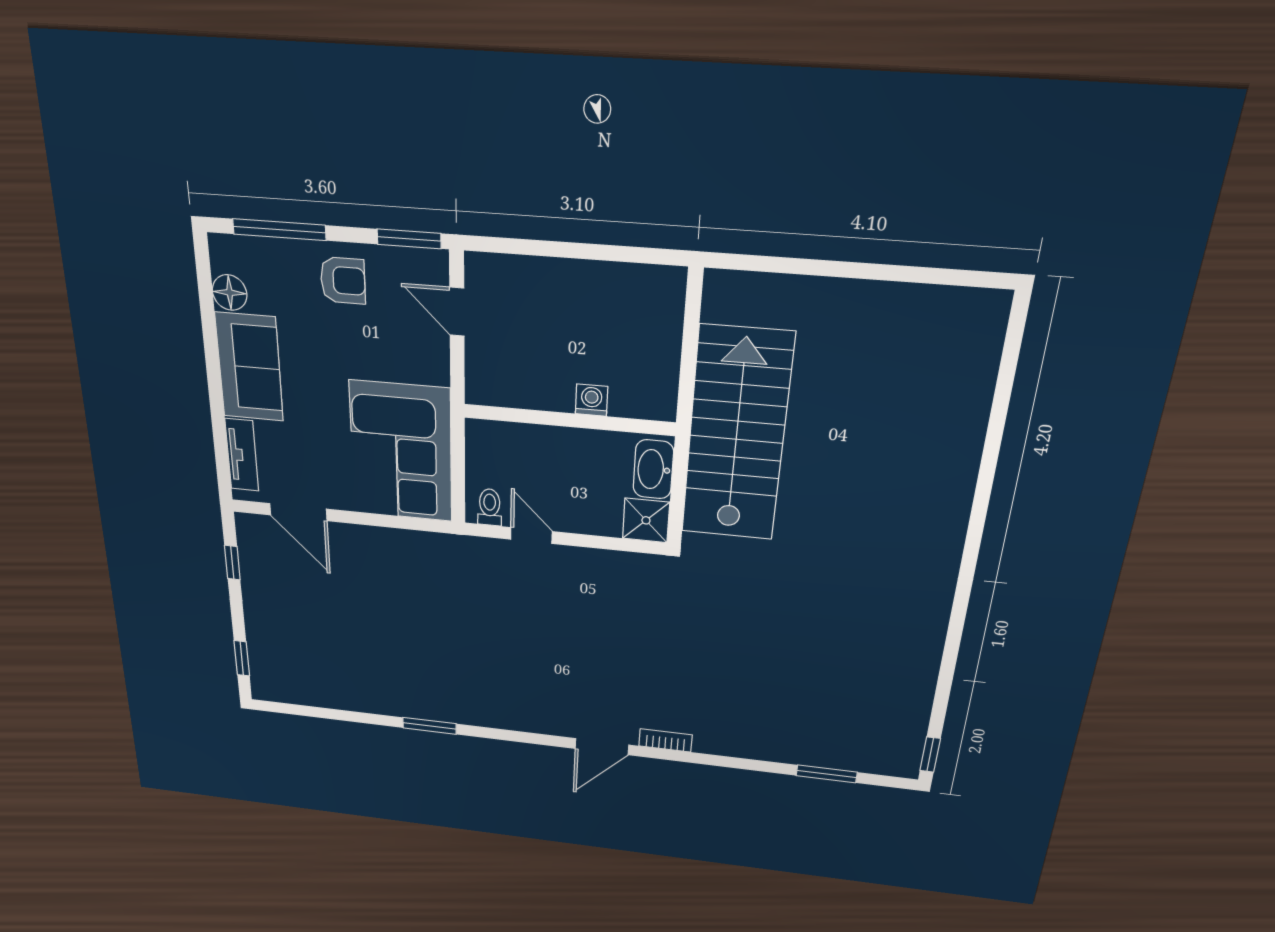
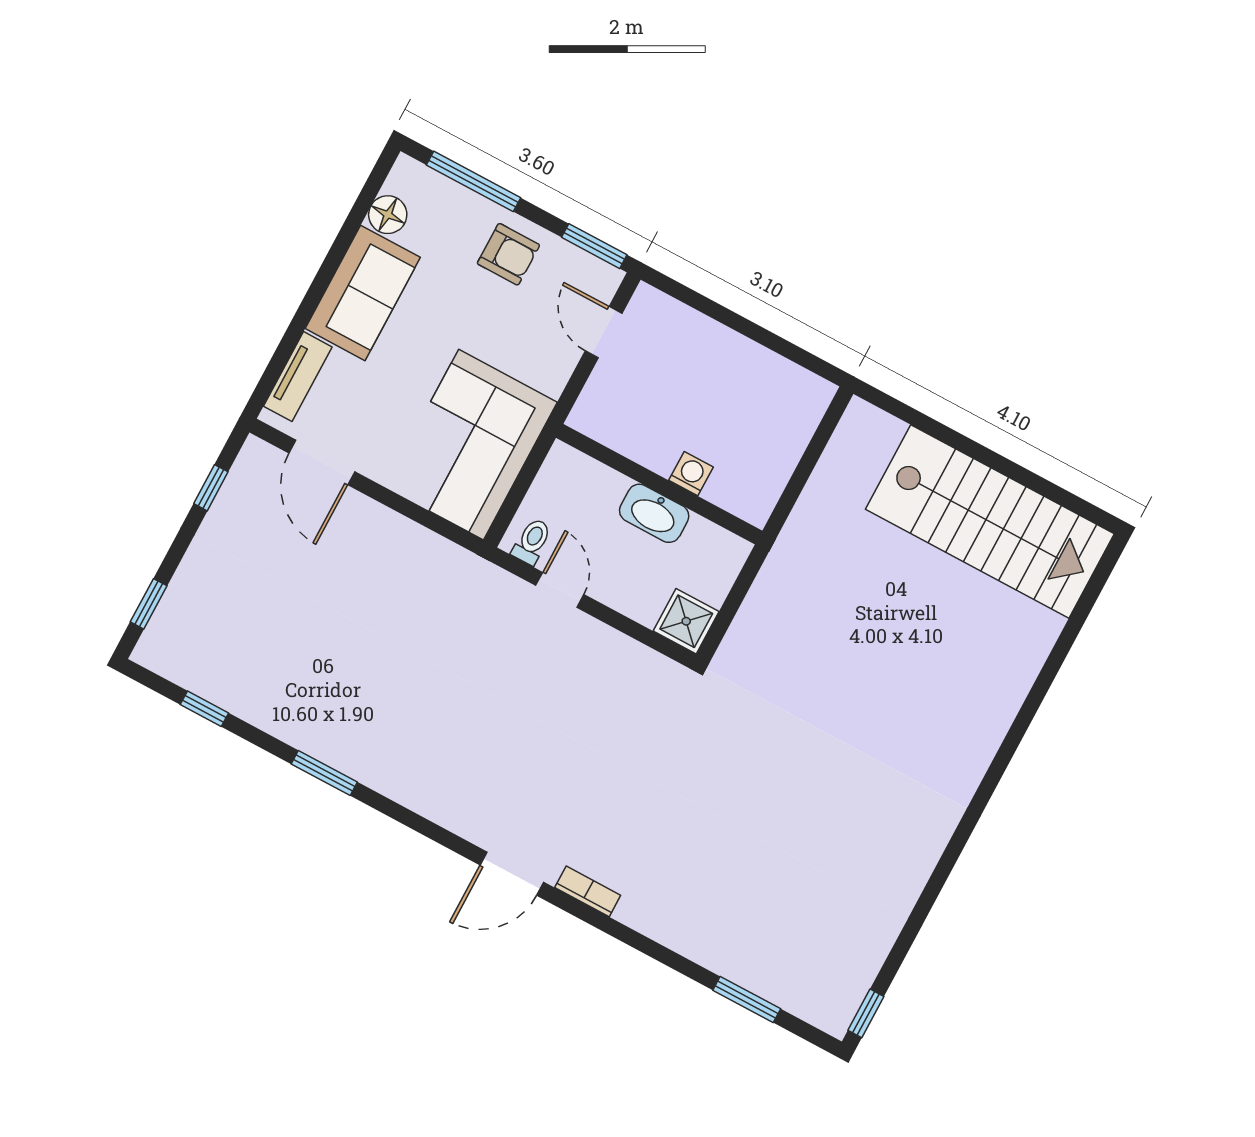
stairs: (737, 435) -> (990, 522), moved, turned 90
washbasin: (653, 469) -> (654, 513), moved, turned -90
window: (322, 713) -> (204, 709), added

